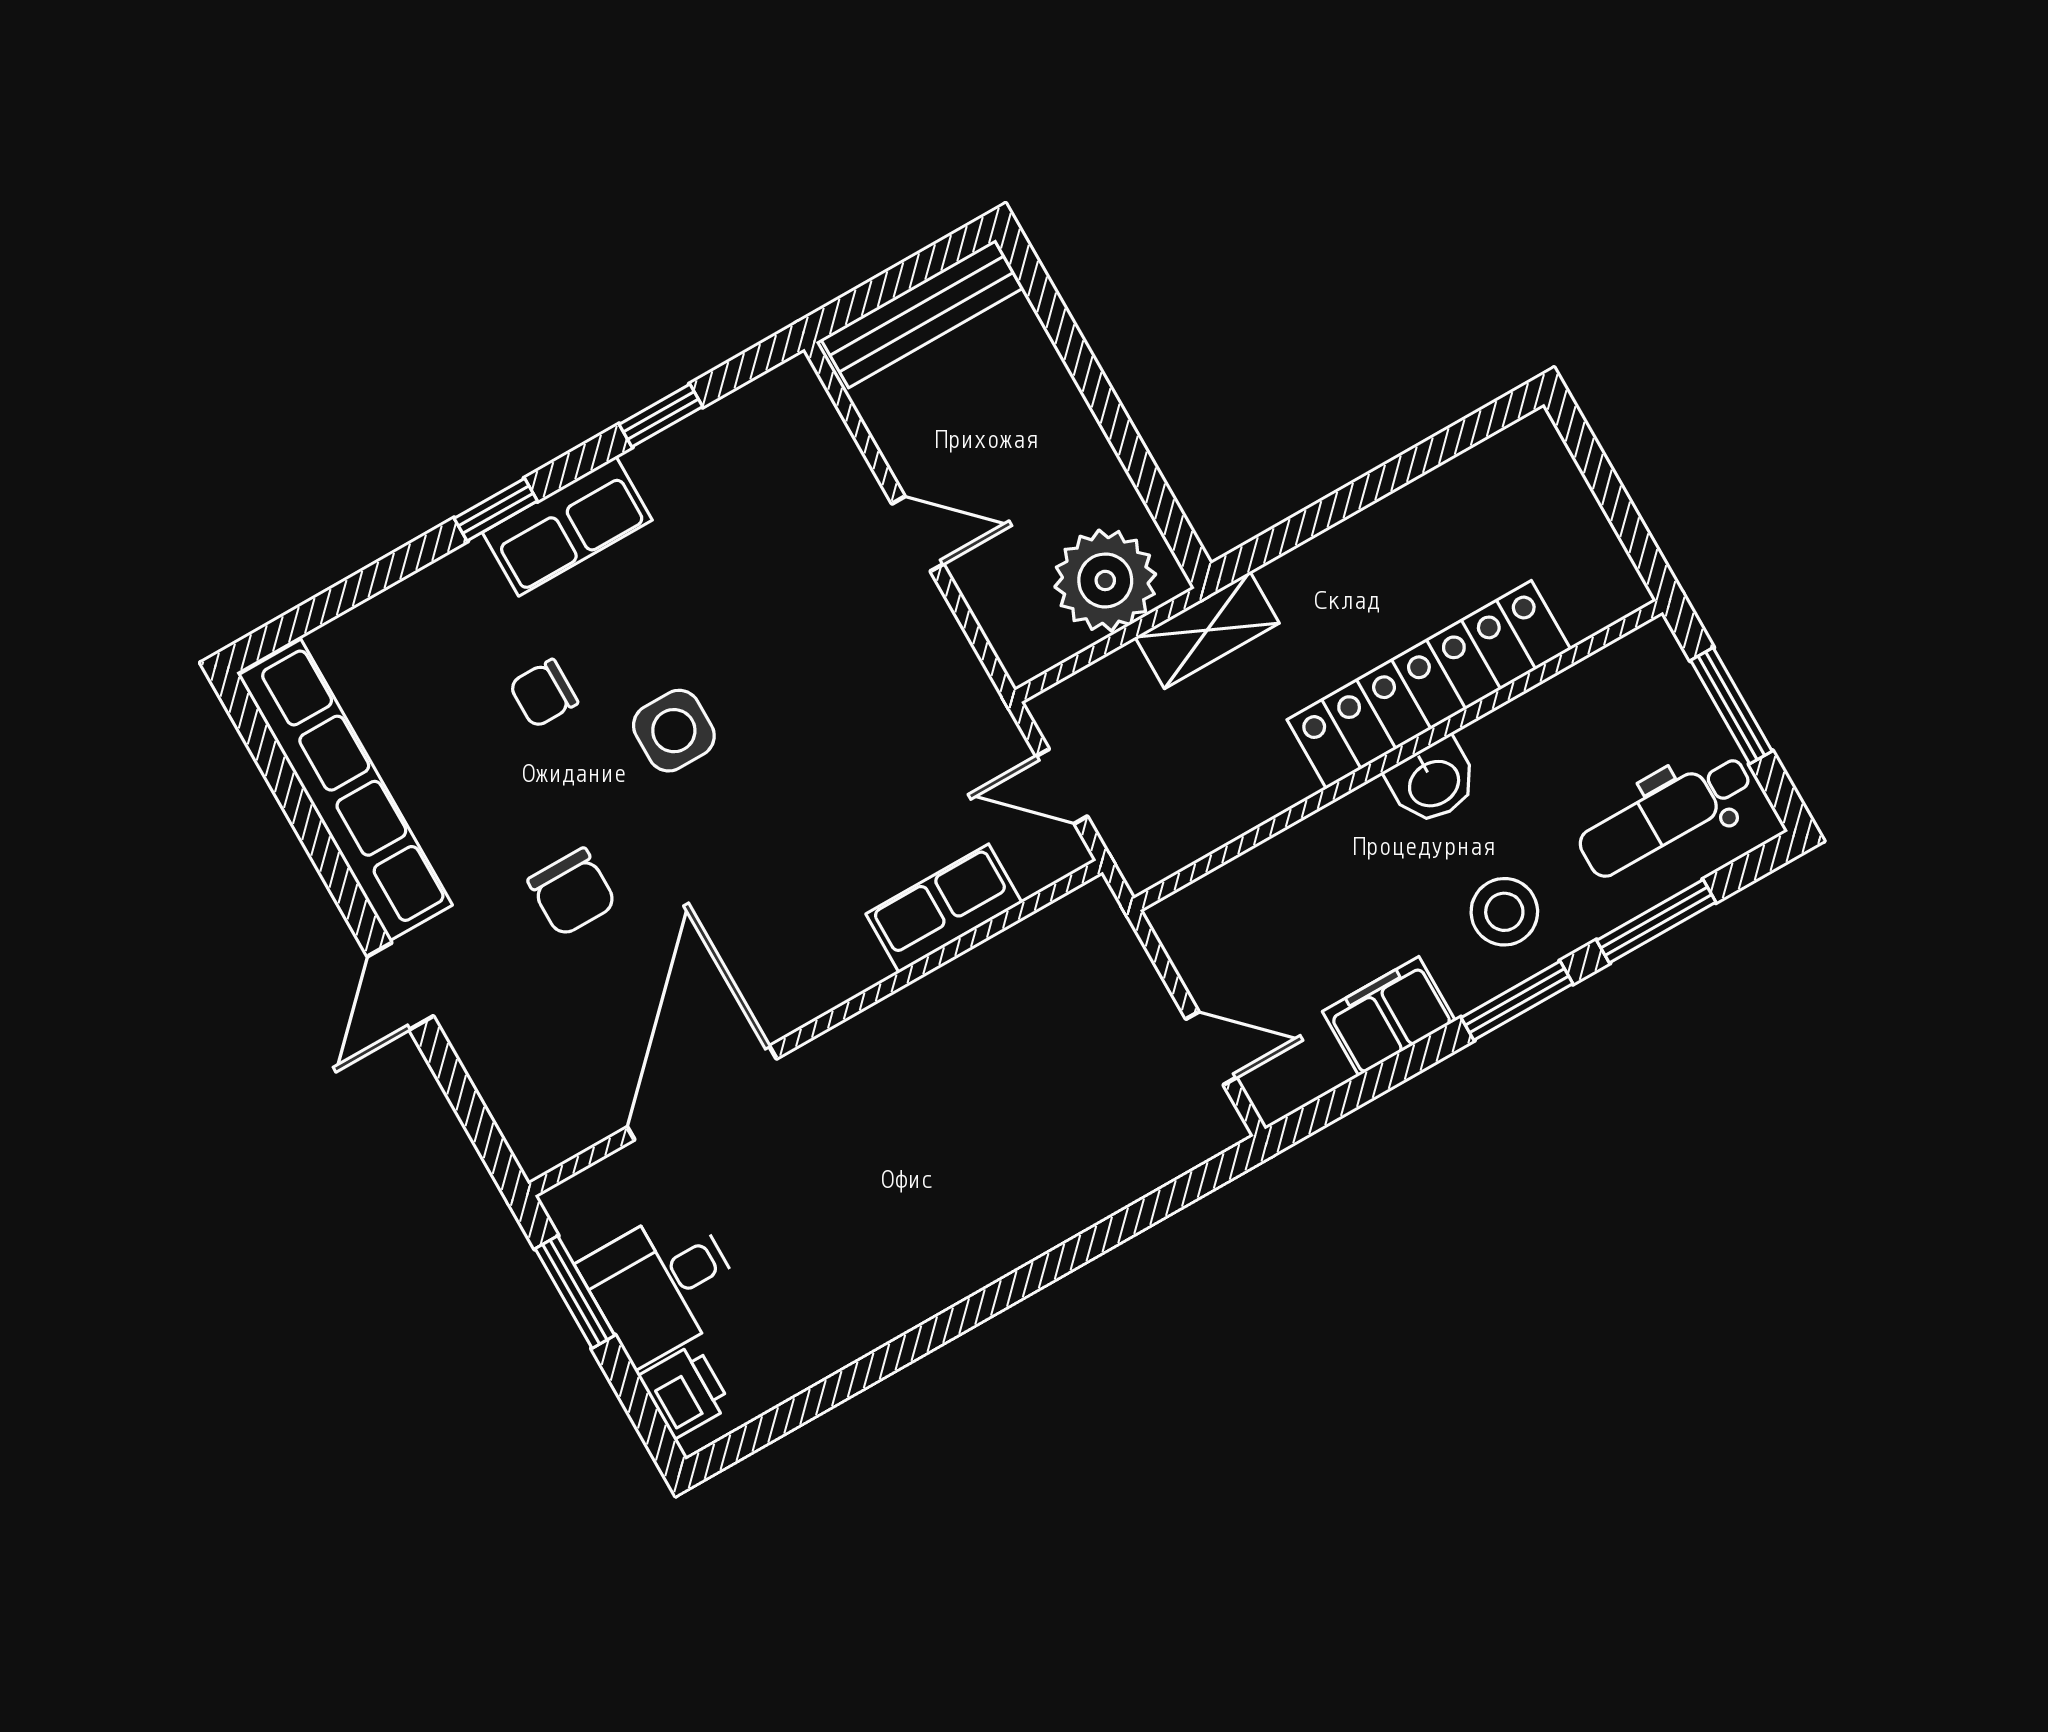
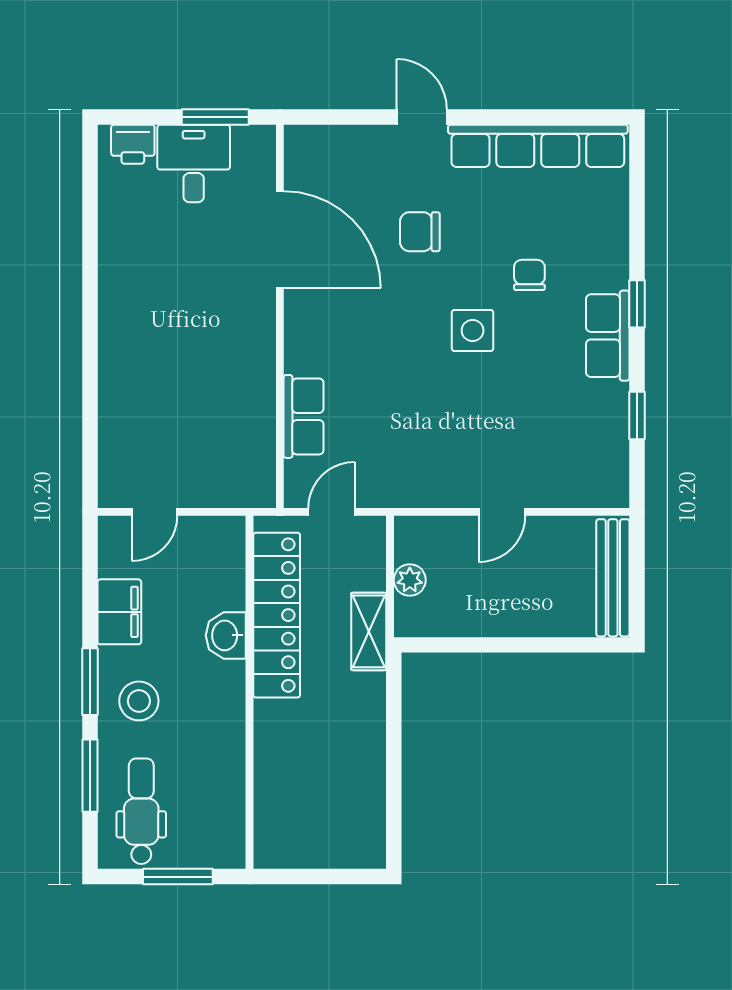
plant: (1105, 580) -> (410, 580), width x0.53, depth x0.53
locker: (1429, 685) -> (277, 615), moved
washbasin: (1433, 782) -> (226, 635), moved

